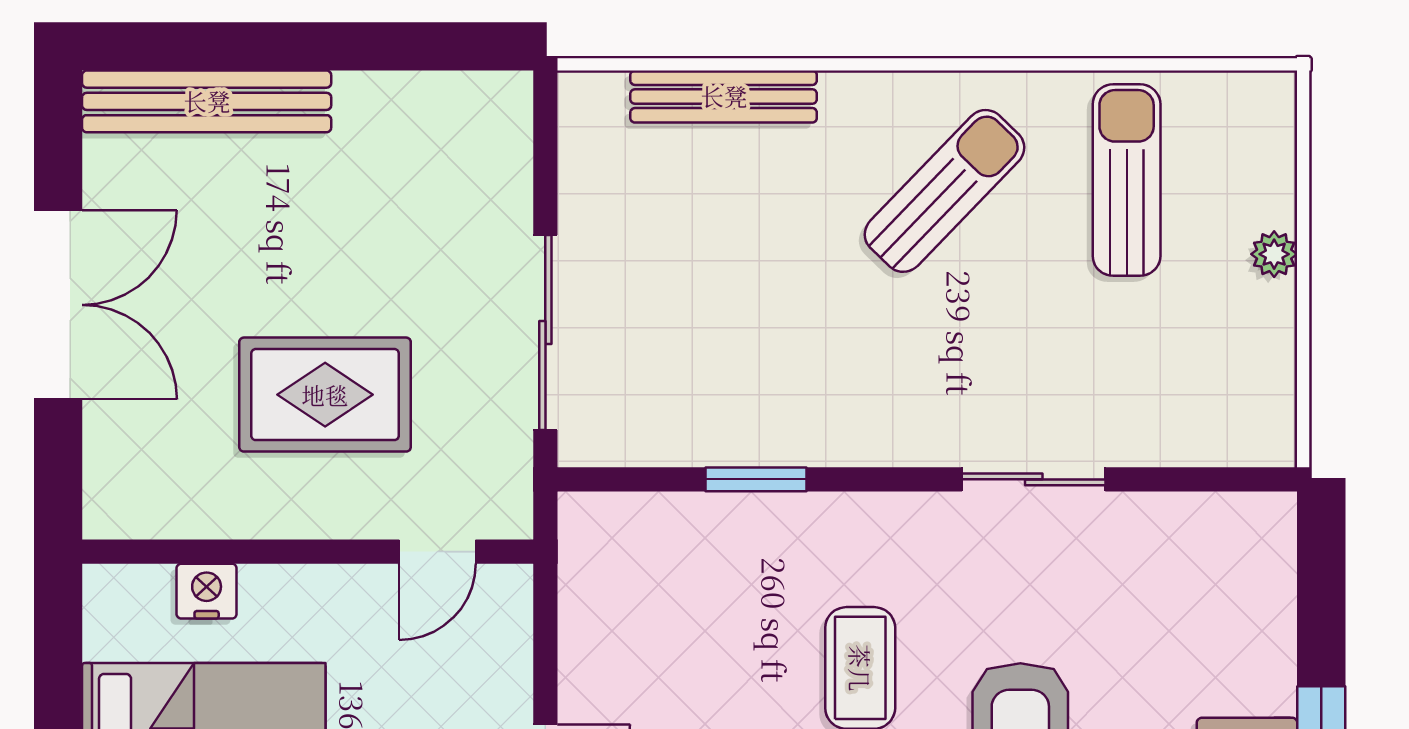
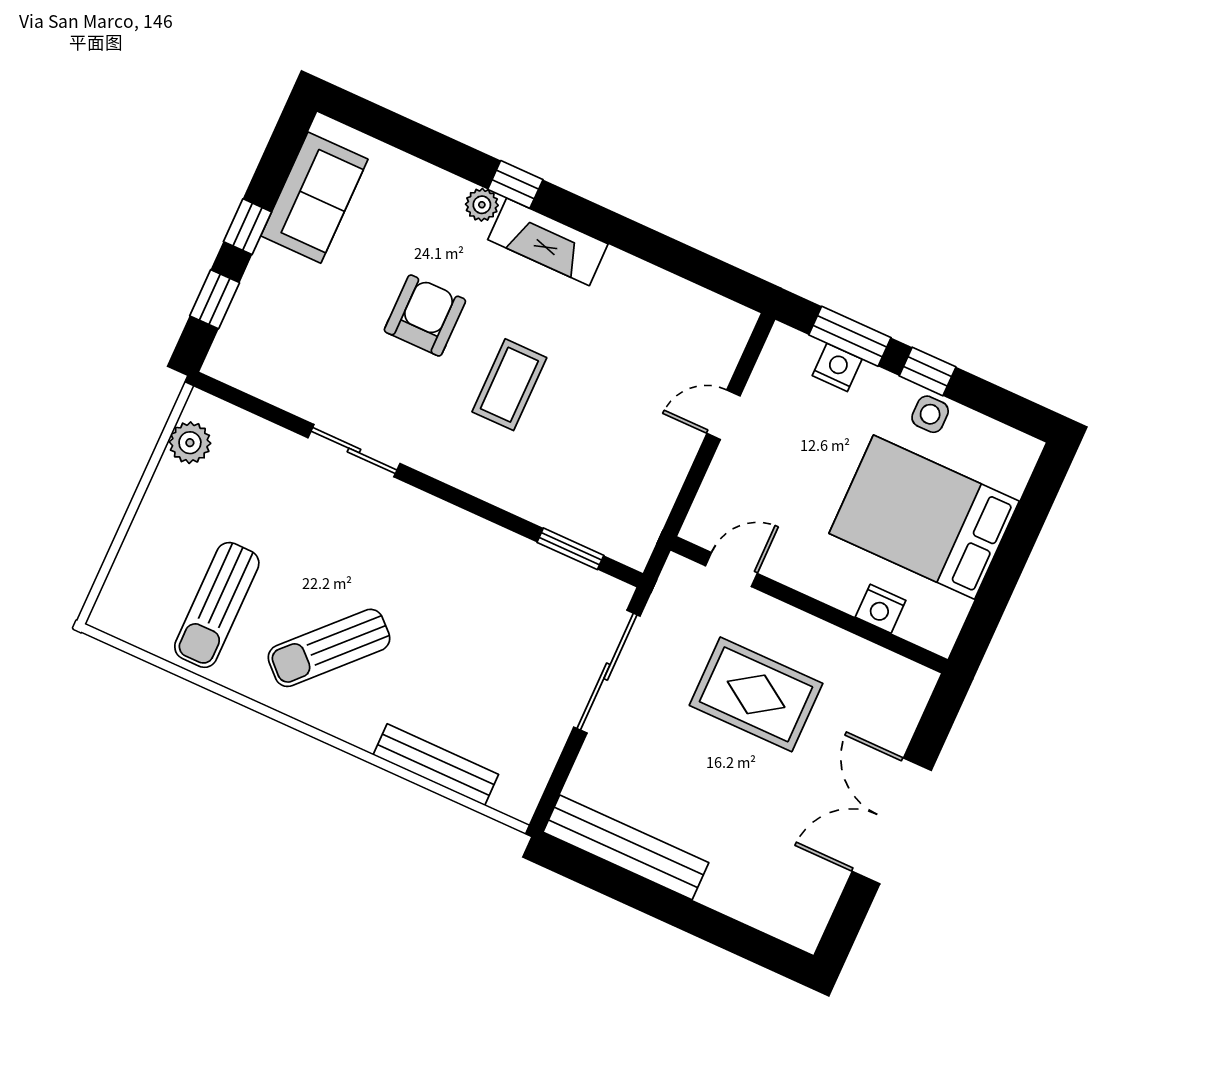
bench: (207, 101) -> (626, 847), moved
plant: (1274, 254) -> (190, 443), moved, width x1.38, depth x1.38
window: (756, 479) -> (570, 549), moved
window: (1321, 601) -> (215, 299), added

